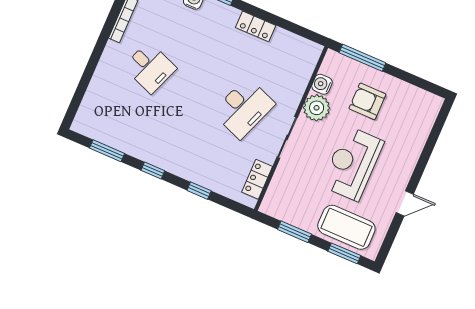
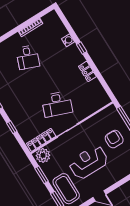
water cooler: (322, 84) -> (99, 117), removed
plant: (317, 108) -> (43, 155), moved
locker: (257, 179) -> (41, 140), width x1.53

